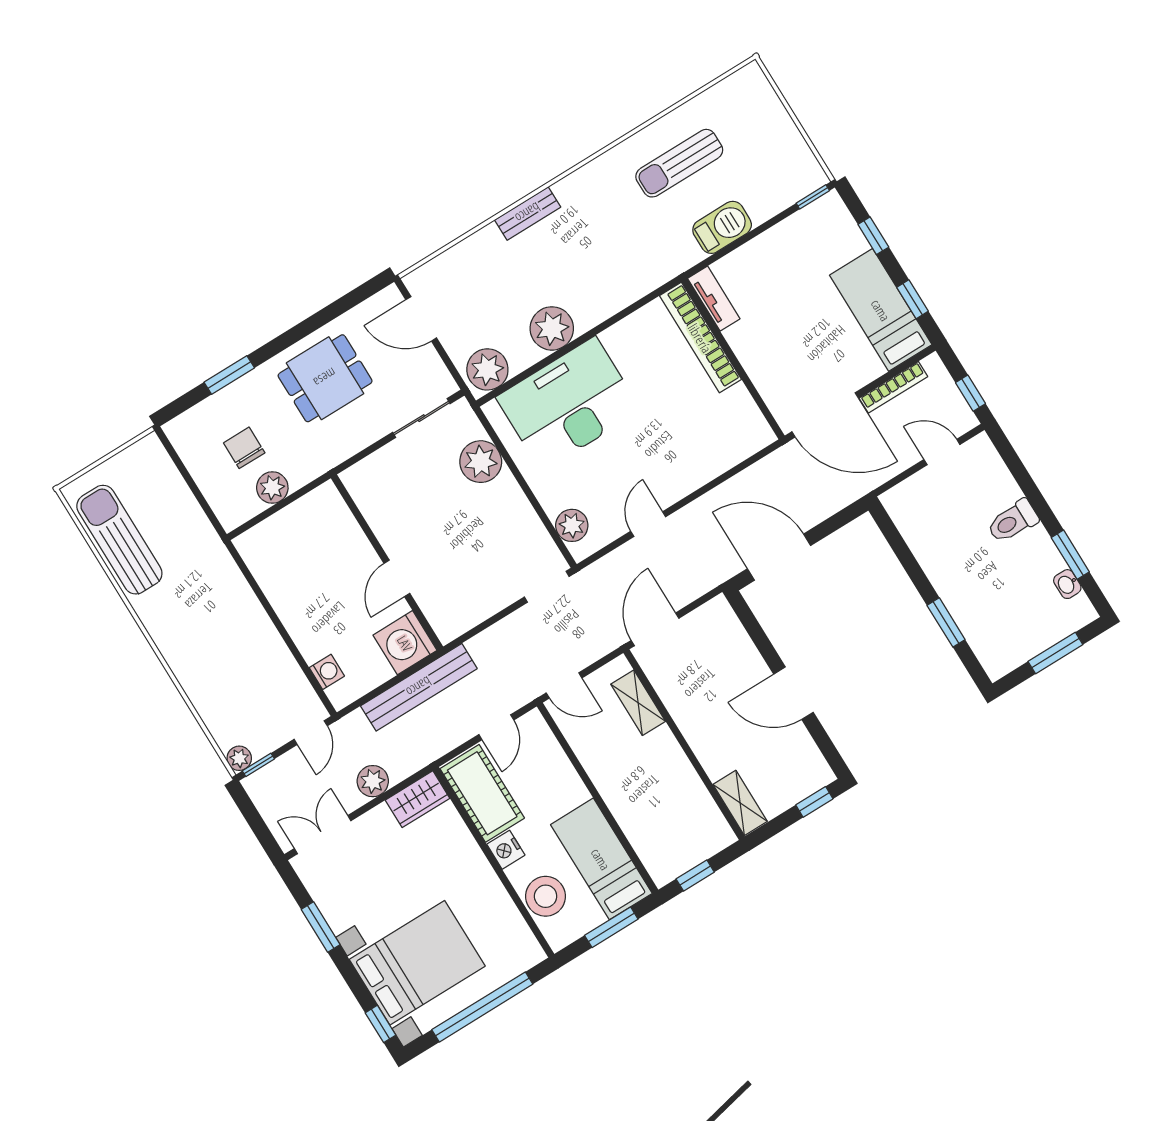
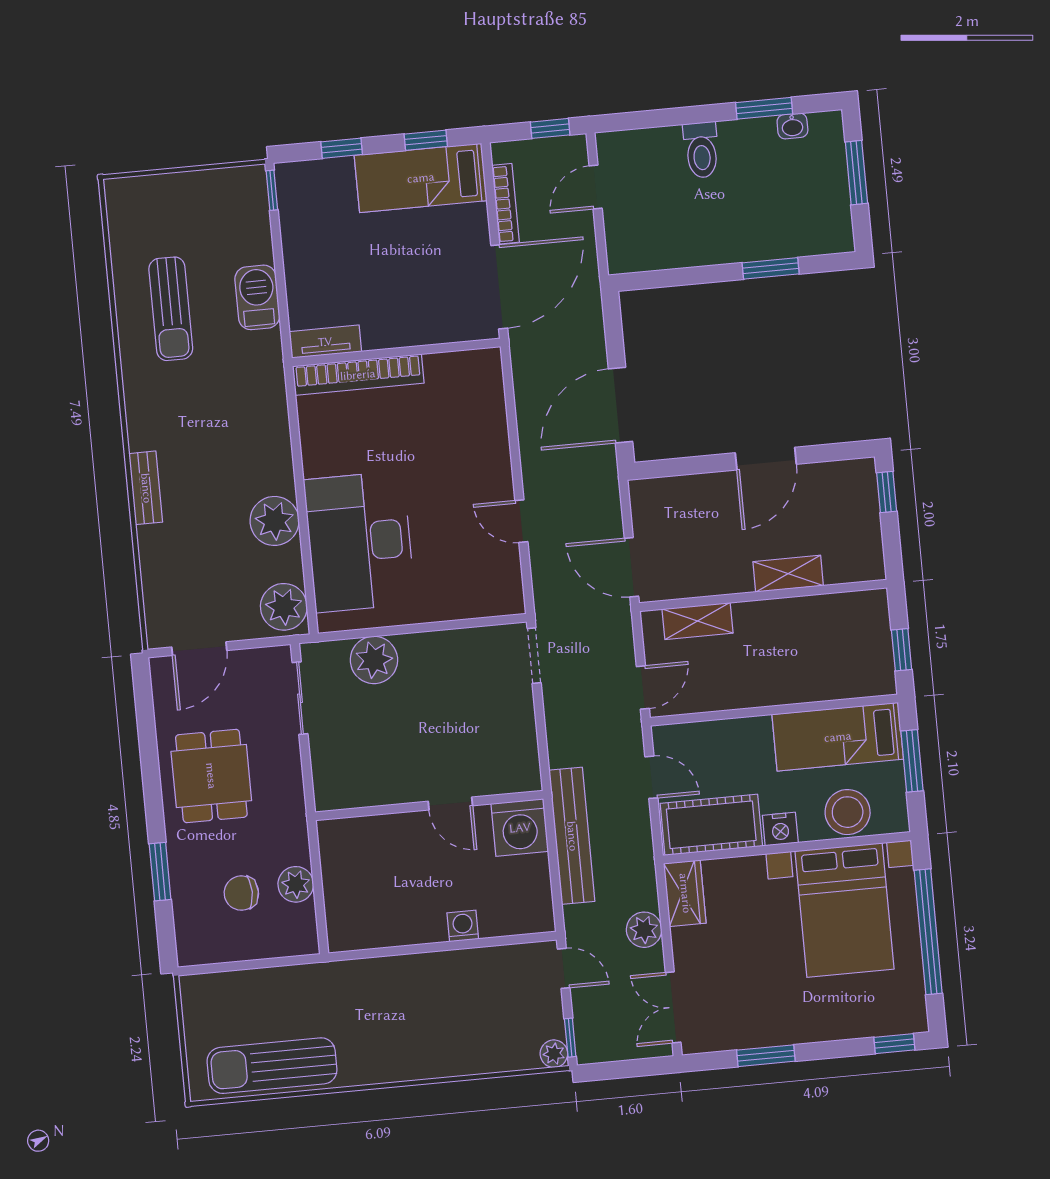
plant: (572, 525) -> (484, 599), removed
washing machine: (327, 672) -> (463, 926), moved
shelving: (740, 803) -> (788, 574), moved
bed with nightstands: (417, 963) -> (844, 910), moved, turned 180

